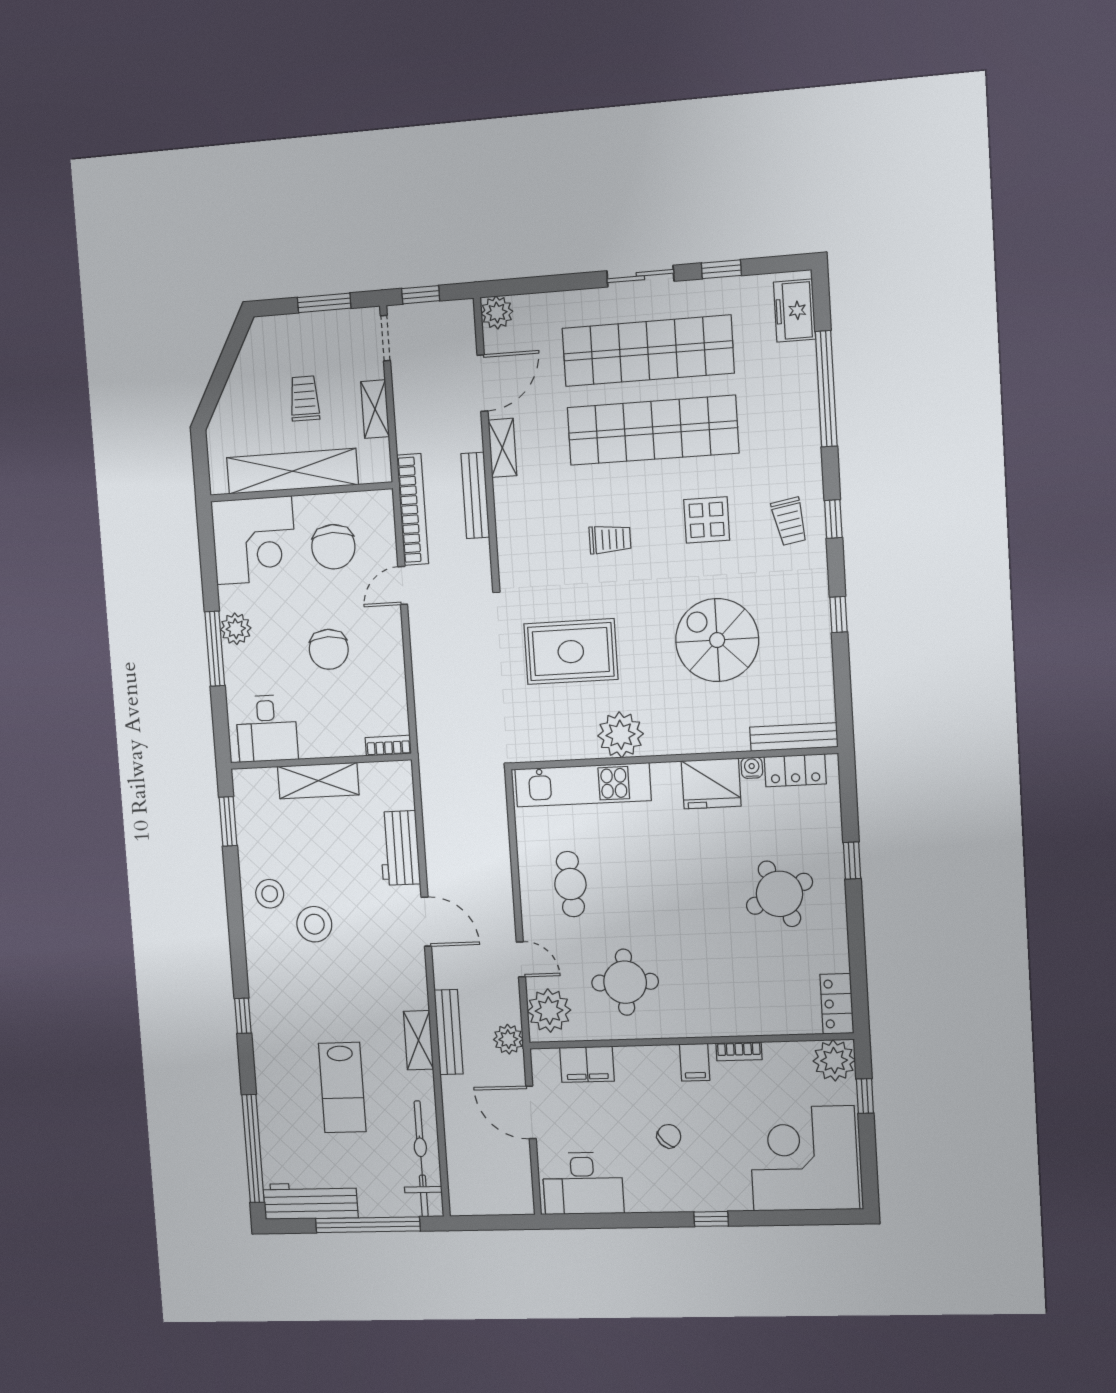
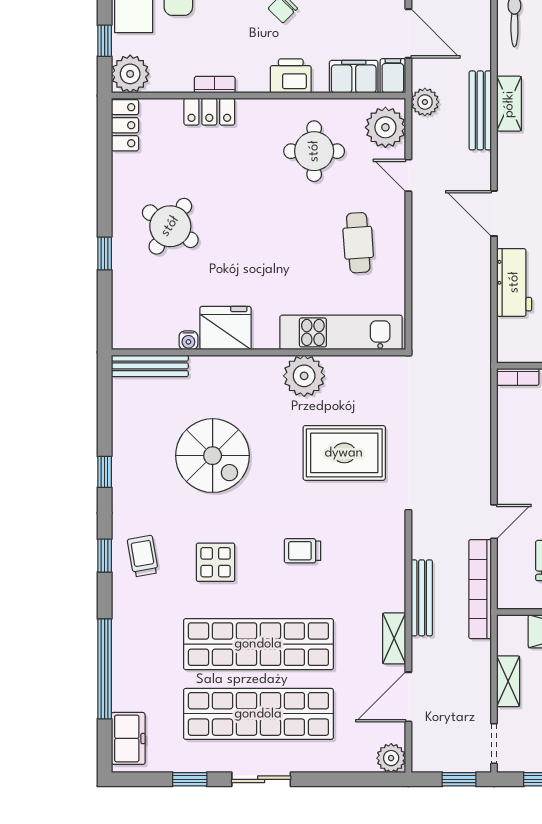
locker: (795, 770) -> (209, 112), moved, turned 180
round table: (779, 894) -> (170, 226), turned -32
filing cabinet: (695, 1062) -> (393, 76), moved
printer: (656, 1063) -> (291, 76), added

